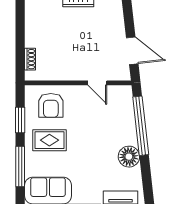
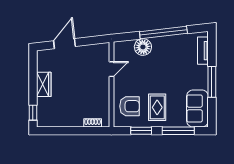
door: (132, 51) -> (64, 44), moved
window: (141, 126) -> (163, 33), moved
floor lamp: (129, 157) -> (143, 47), moved

